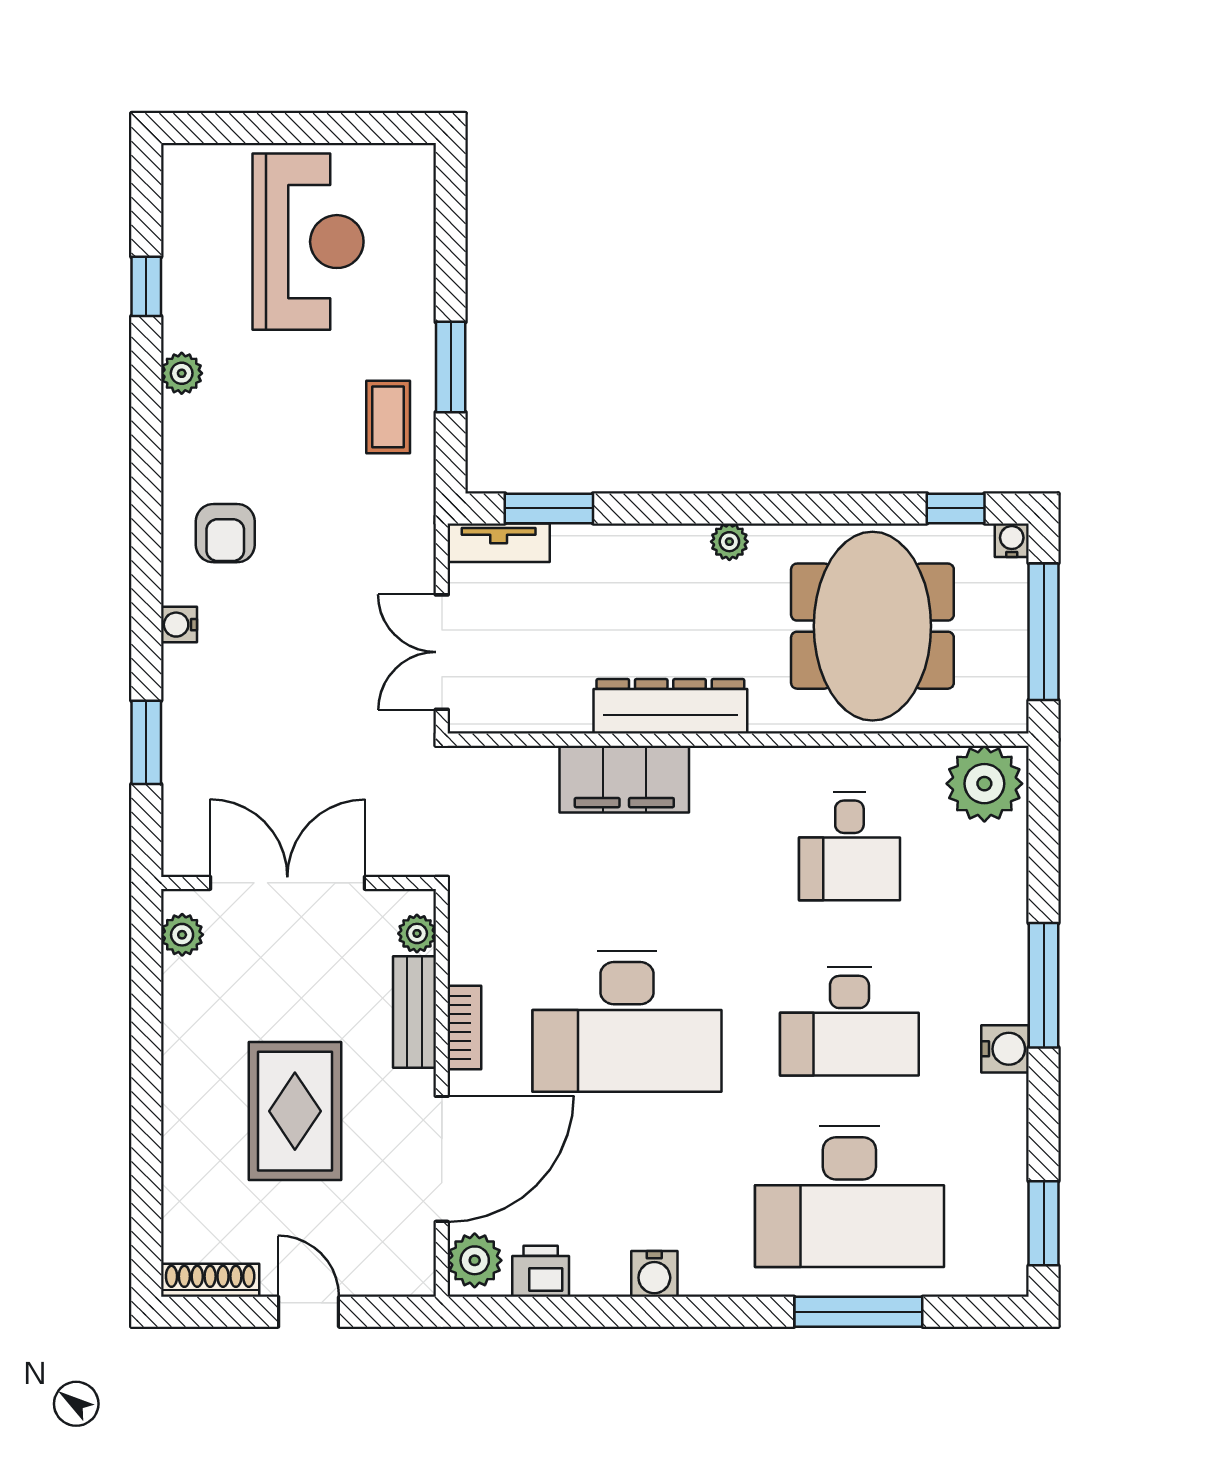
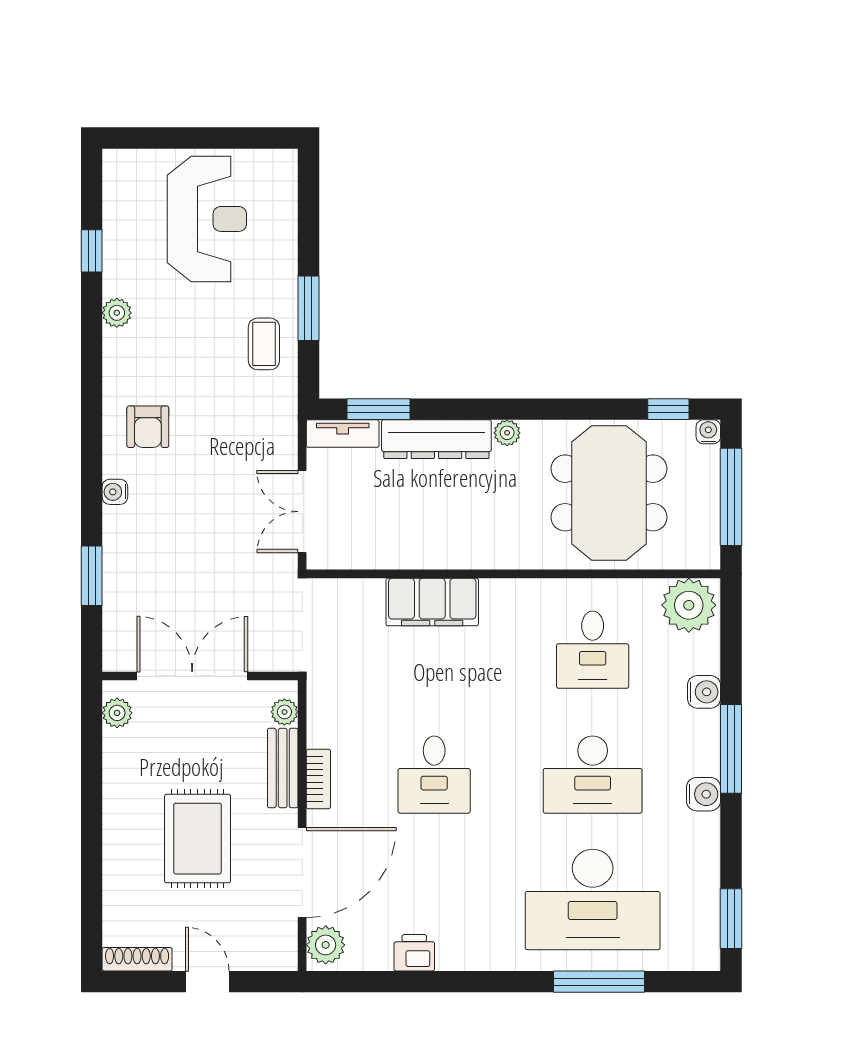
dresser: (670, 706) -> (436, 439), moved, turned 180
desk: (627, 1021) -> (434, 775), width x0.53, depth x0.77
printer: (541, 1271) -> (414, 953), moved
water cooler: (654, 1274) -> (704, 692), moved, turned -90

